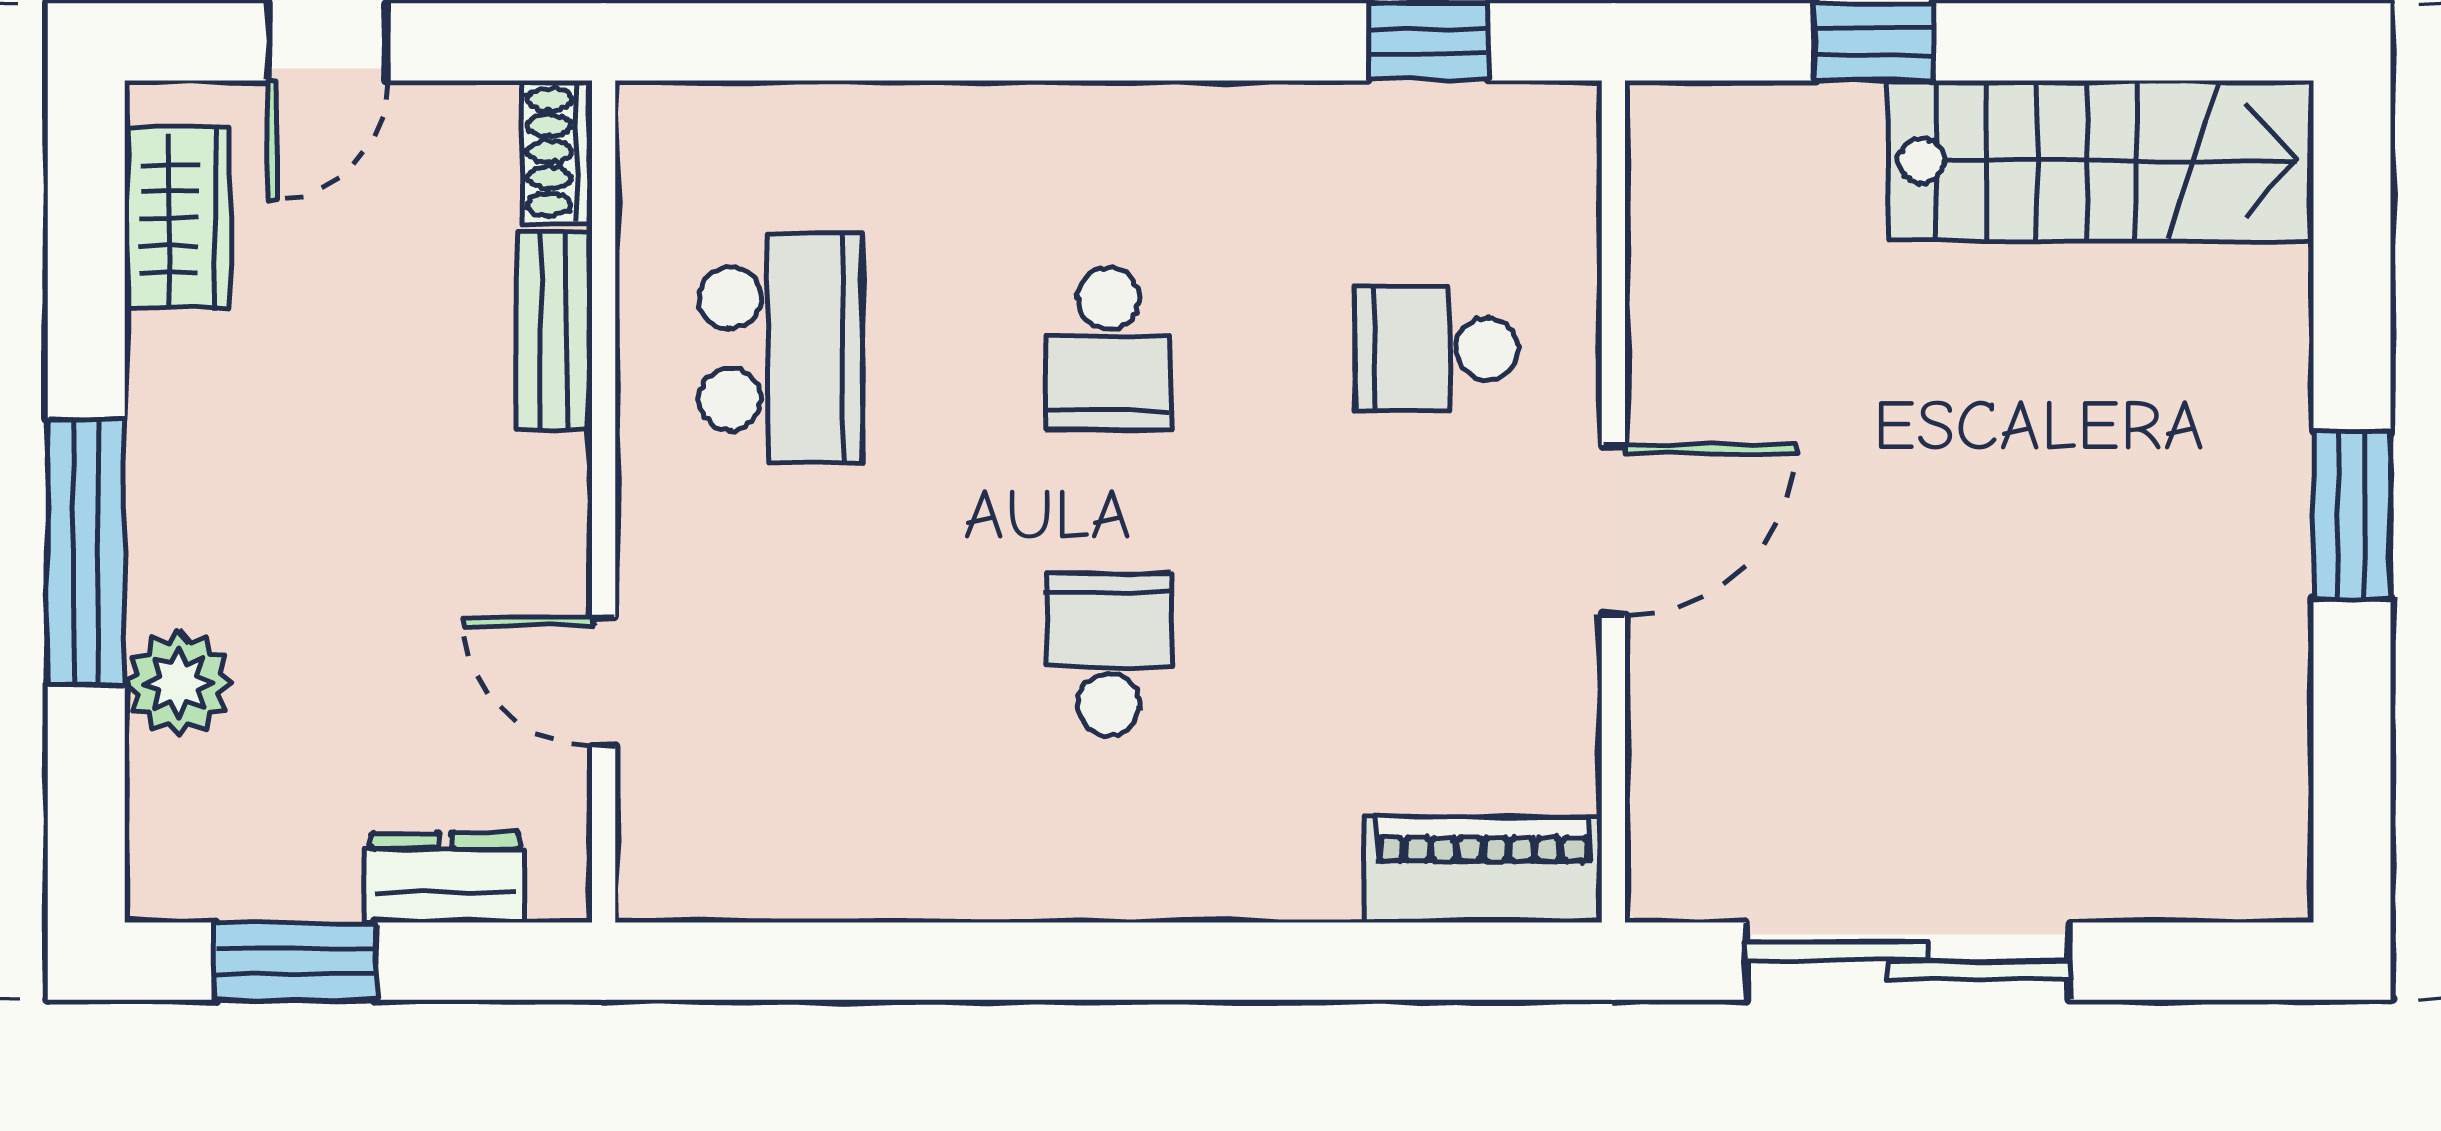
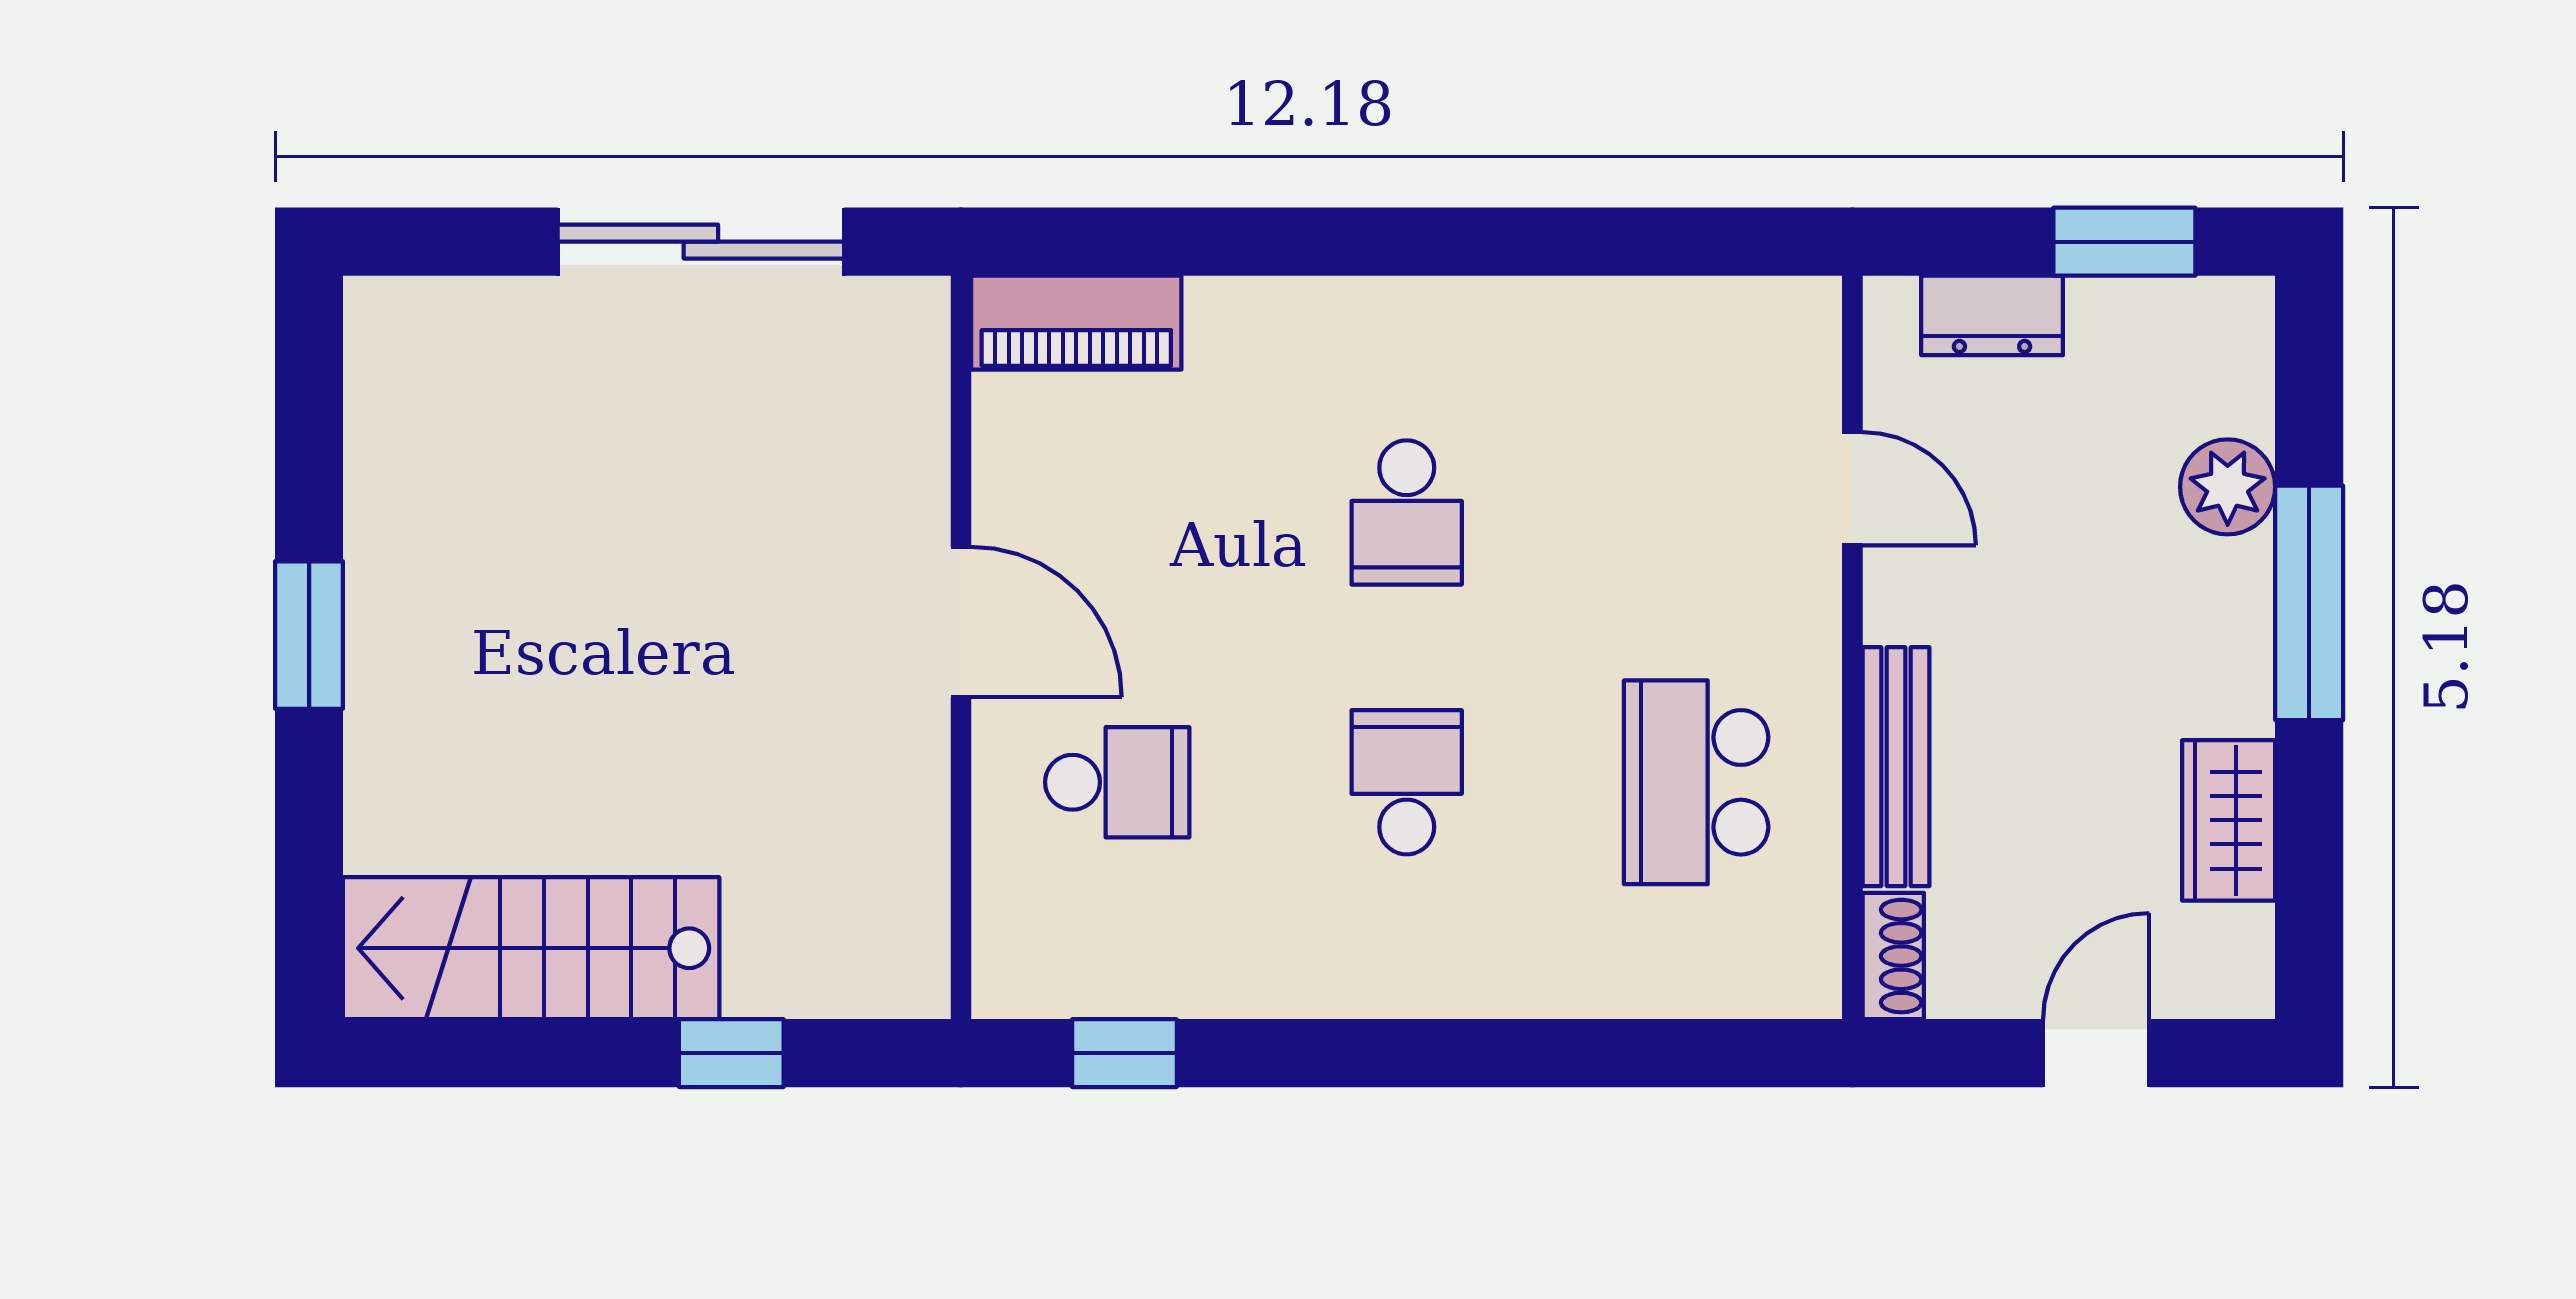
wardrobe: (177, 218) -> (2229, 820), moved
bench: (554, 330) -> (1896, 767), width x1.36
door: (1613, 530) -> (961, 622), swing flipped

